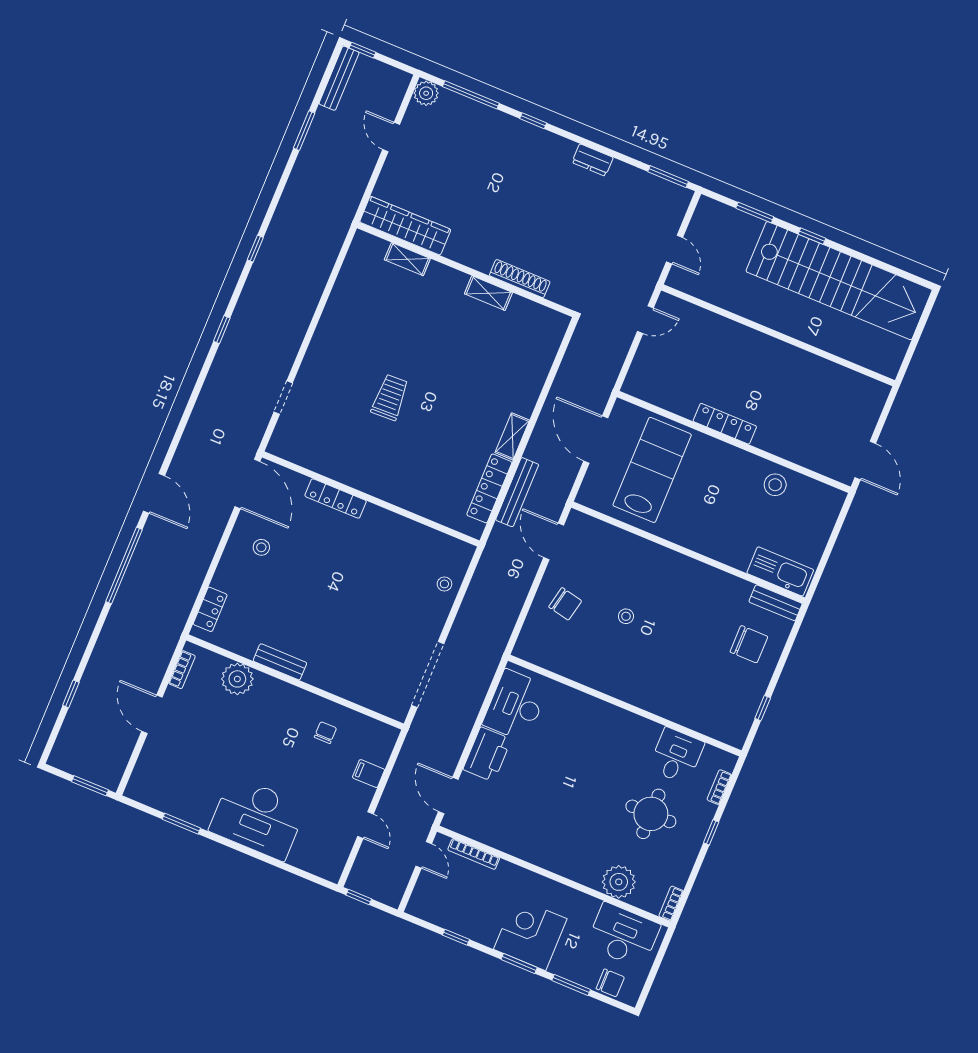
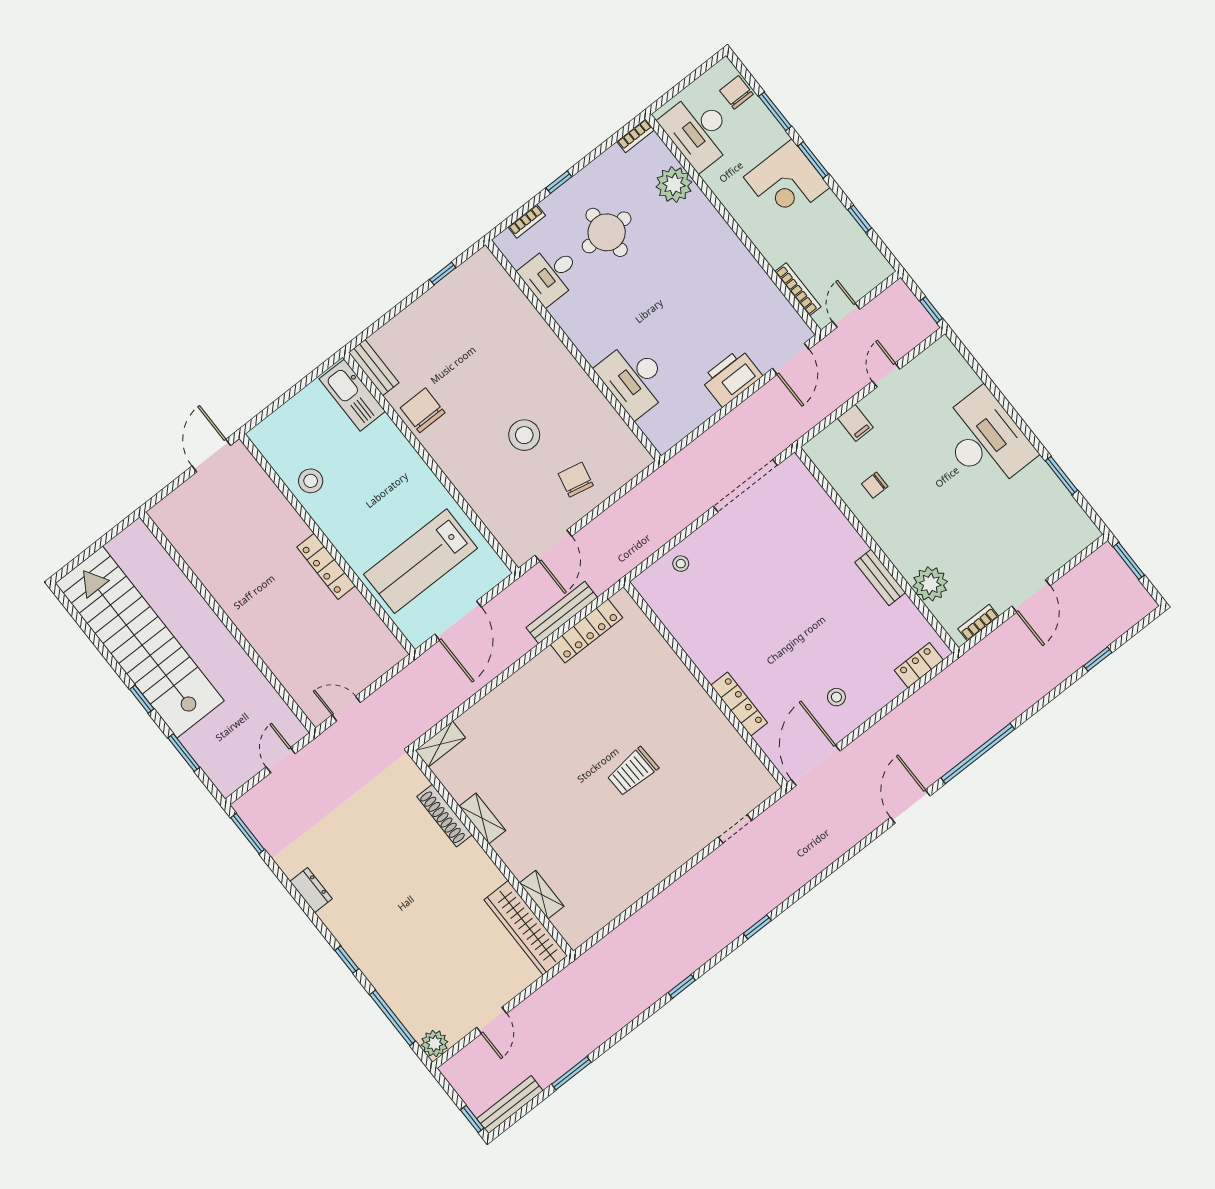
shelving: (512, 436) -> (440, 744), moved
stool: (626, 616) -> (524, 435), width x1.89, depth x1.89
chair: (749, 644) -> (423, 410), moved
desk: (515, 705) -> (634, 379), moved, turned 90

